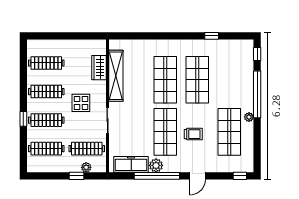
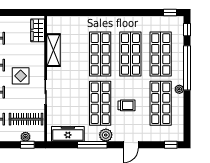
window: (212, 36) -> (170, 12), moved
wardrobe: (99, 68) -> (38, 30), moved
shelving: (116, 76) -> (54, 50), width x0.68
shop shelf: (229, 80) -> (161, 54), added
plant: (156, 165) -> (106, 135), moved
window: (76, 176) -> (27, 145), moved
window: (157, 176) -> (92, 145), width x0.68

